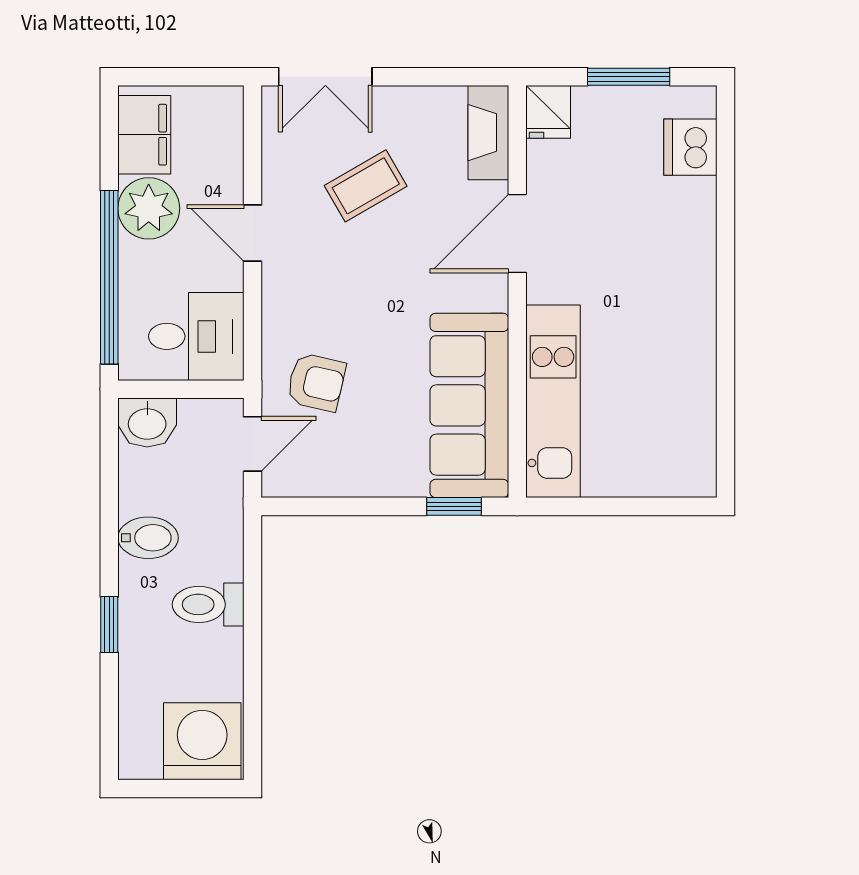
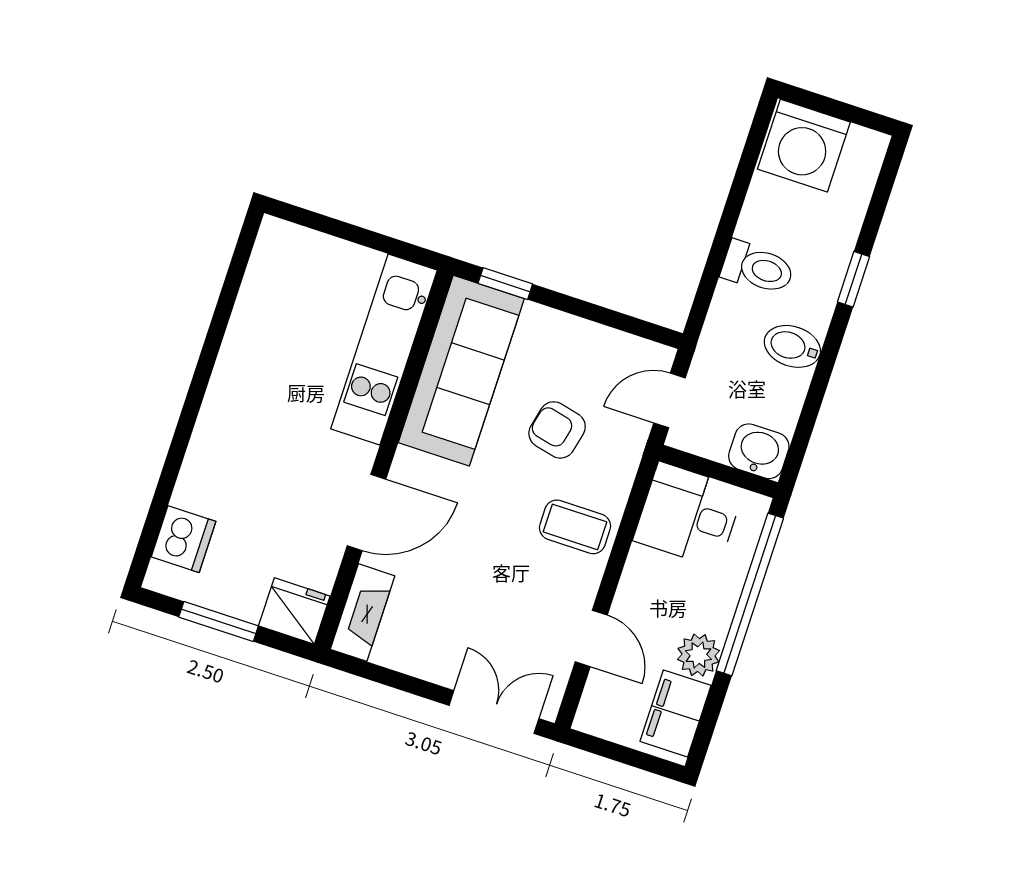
fridge: (548, 112) -> (294, 611), width x1.38
coffee table: (366, 186) -> (575, 527), moved, turned 30
plant: (149, 208) -> (698, 655), width x0.73, depth x0.73
door: (252, 233) -> (591, 638), moved
armchair: (316, 382) -> (557, 430), moved

